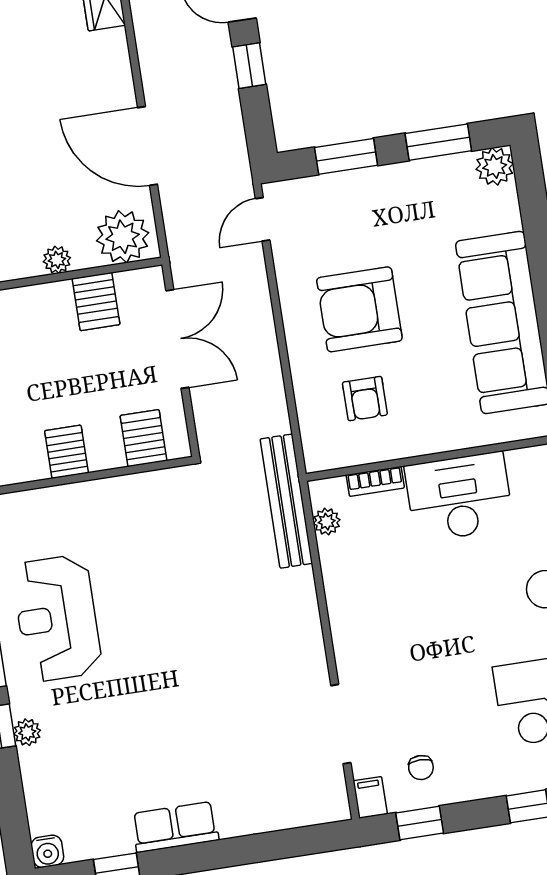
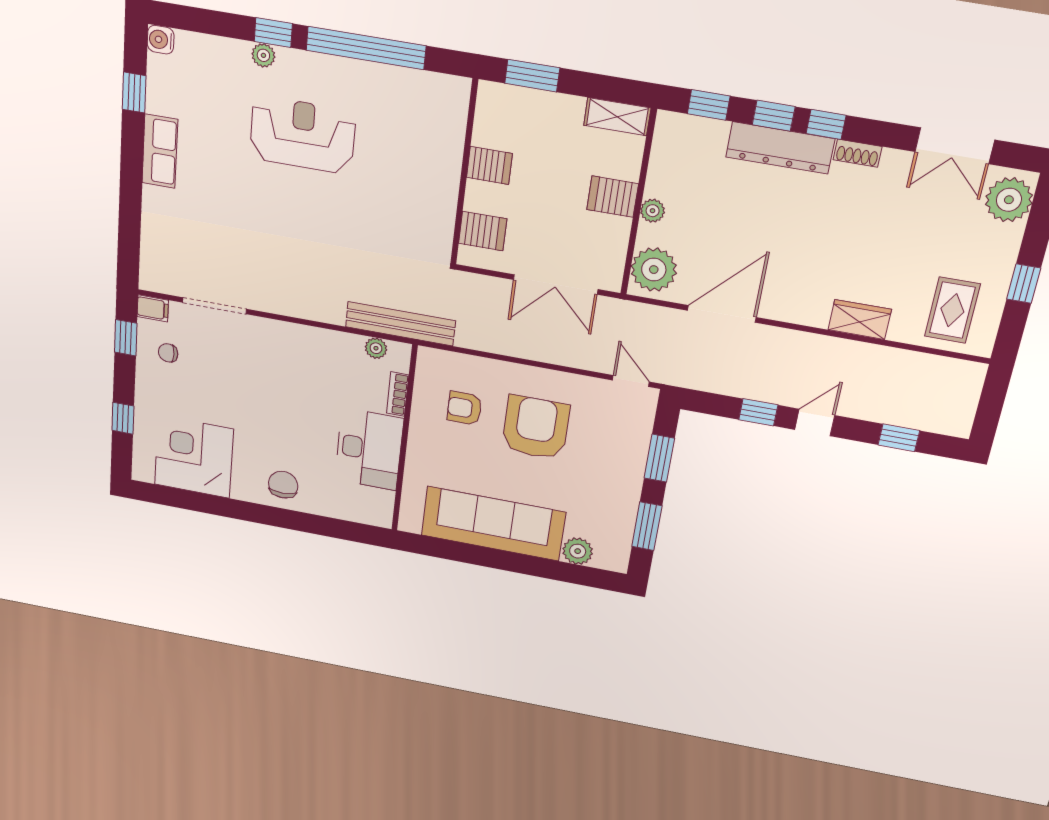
plant: (495, 166) -> (578, 551), moved
server rack: (96, 302) -> (613, 197), moved
reception desk: (57, 618) -> (302, 135), moved

